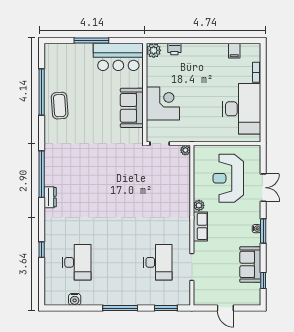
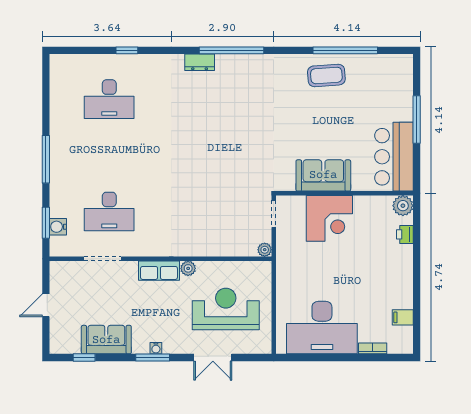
water cooler: (75, 299) -> (58, 227), moved

